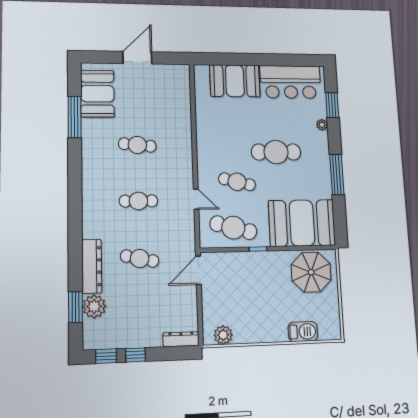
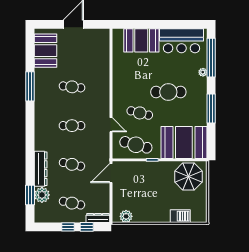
window: (332, 105) -> (211, 58), width x2.11
window: (75, 117) -> (30, 86), moved
cafe table: (141, 318) -> (72, 203), added
window: (106, 356) -> (87, 227), moved

